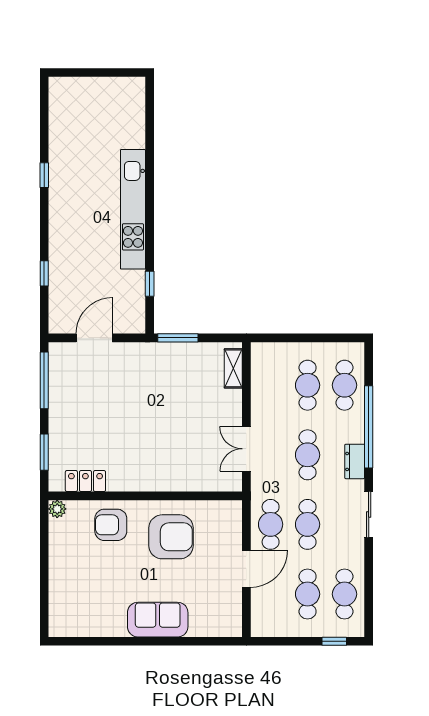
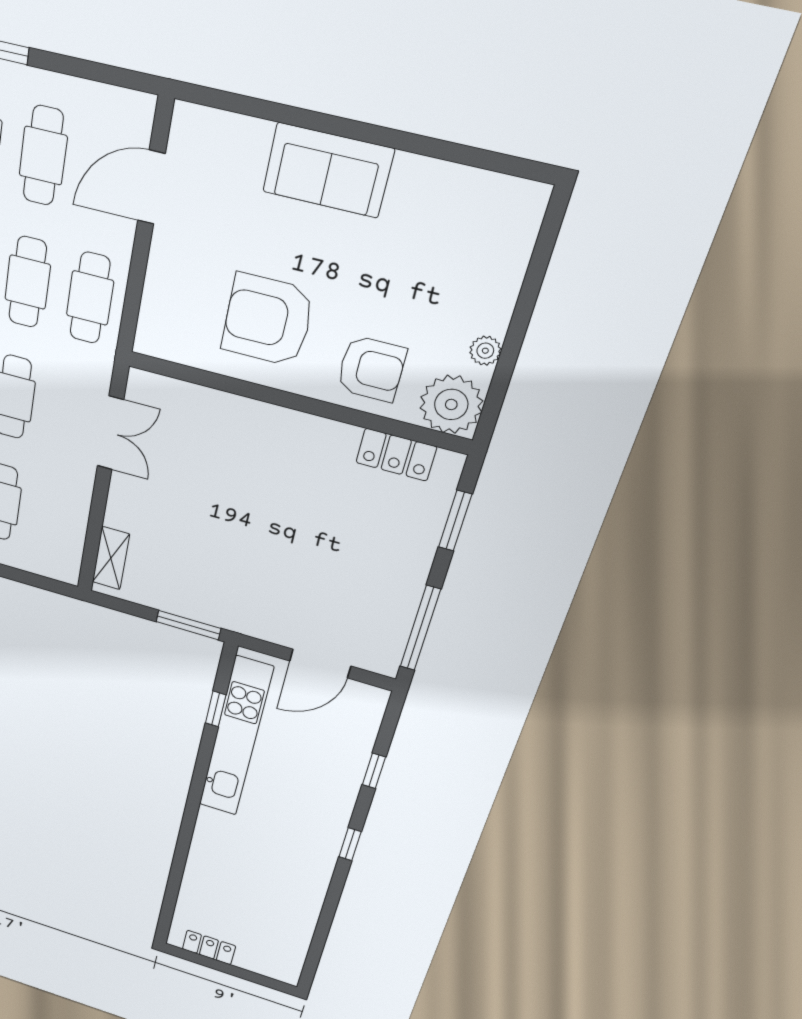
locker: (115, 86) -> (209, 948), added
window: (44, 175) -> (350, 844), moved
kitchen unit: (133, 209) -> (236, 738), moved
plant: (57, 509) -> (451, 404), width x1.88, depth x1.88
plant: (56, 549) -> (485, 351), added
door: (246, 569) -> (151, 187), moved

